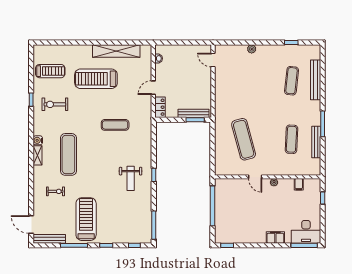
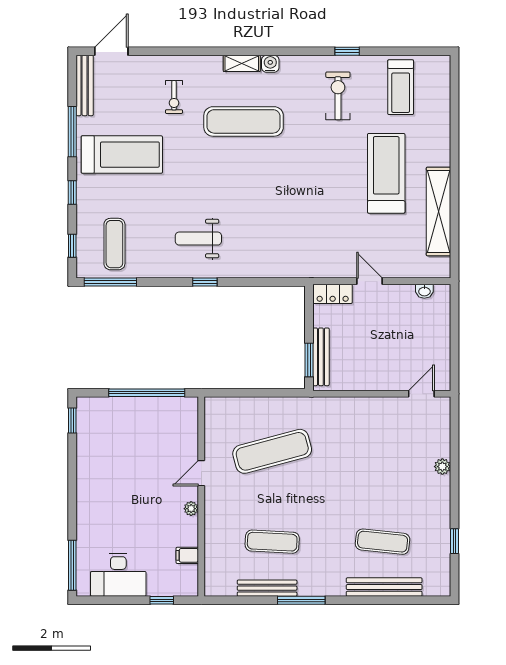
exercise mat: (115, 125) -> (114, 244), moved
desk: (306, 232) -> (118, 575), moved, turned -90
filing cabinet: (275, 237) -> (87, 511), removed

